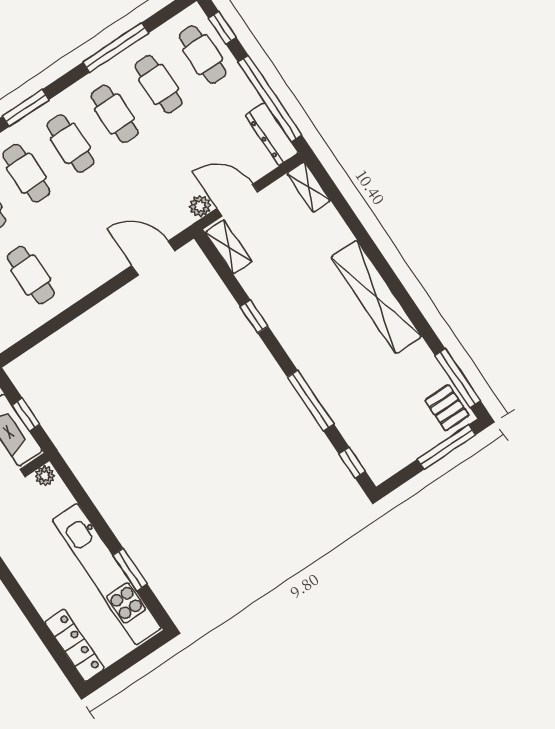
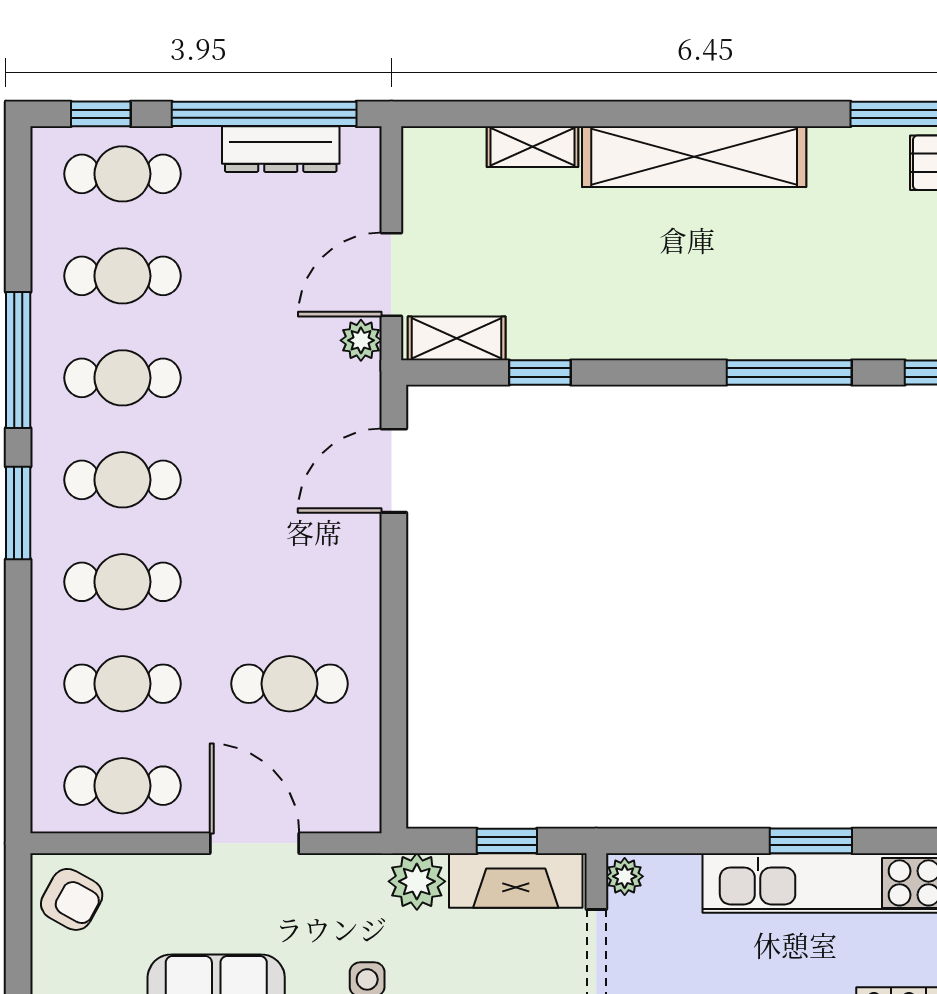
window: (116, 48) -> (18, 360), moved
dresser: (272, 134) -> (281, 149), moved
shelving: (309, 187) -> (533, 147), moved
window: (254, 316) -> (540, 372), moved
window: (130, 570) -> (811, 841), moved

